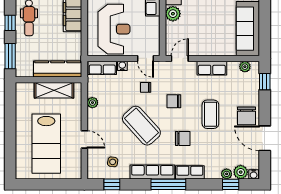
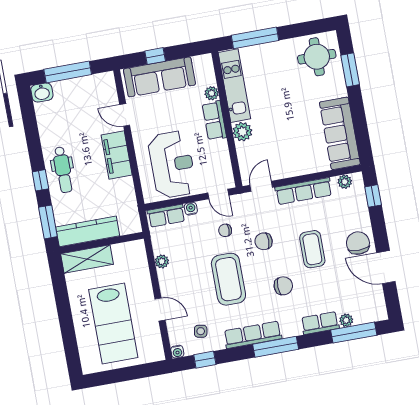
row of seats: (212, 68) -> (304, 191), width x1.48
kitchen counter: (58, 69) -> (88, 231), moved
shelving: (54, 90) -> (87, 259), moved
chair: (246, 116) -> (358, 243), turned 180
coffee table: (141, 126) -> (228, 279), turned 42
row of seats: (190, 172) -> (320, 323), moved
plant: (241, 172) -> (363, 315), removed
water cooler: (254, 174) -> (177, 352), moved
window: (231, 184) -> (354, 333), width x2.17

